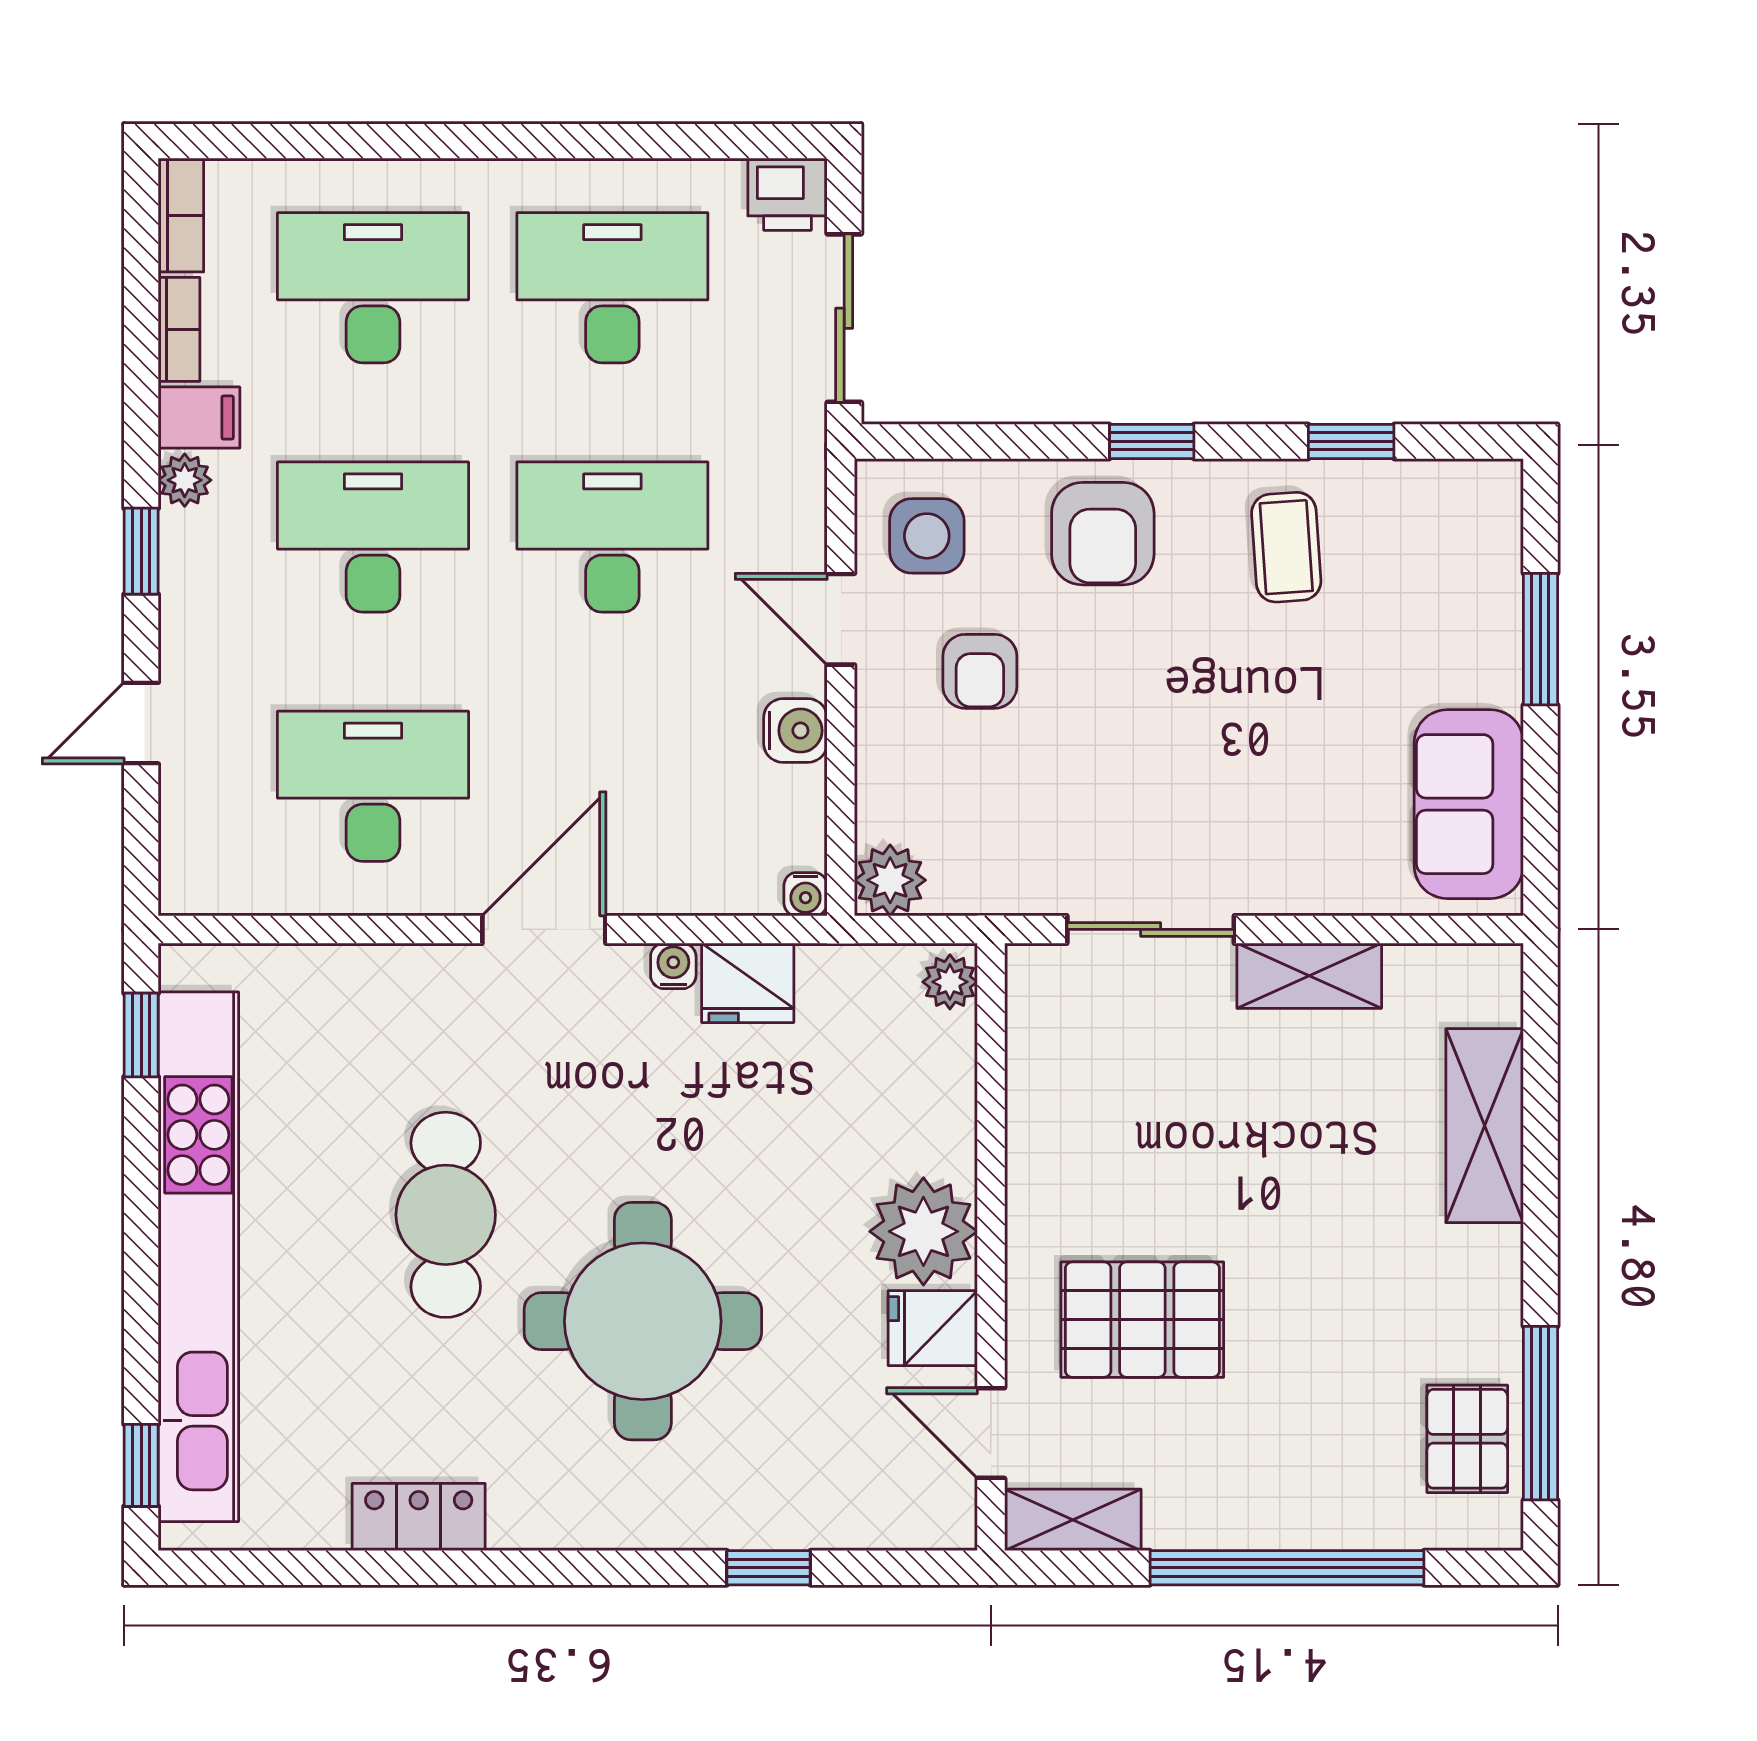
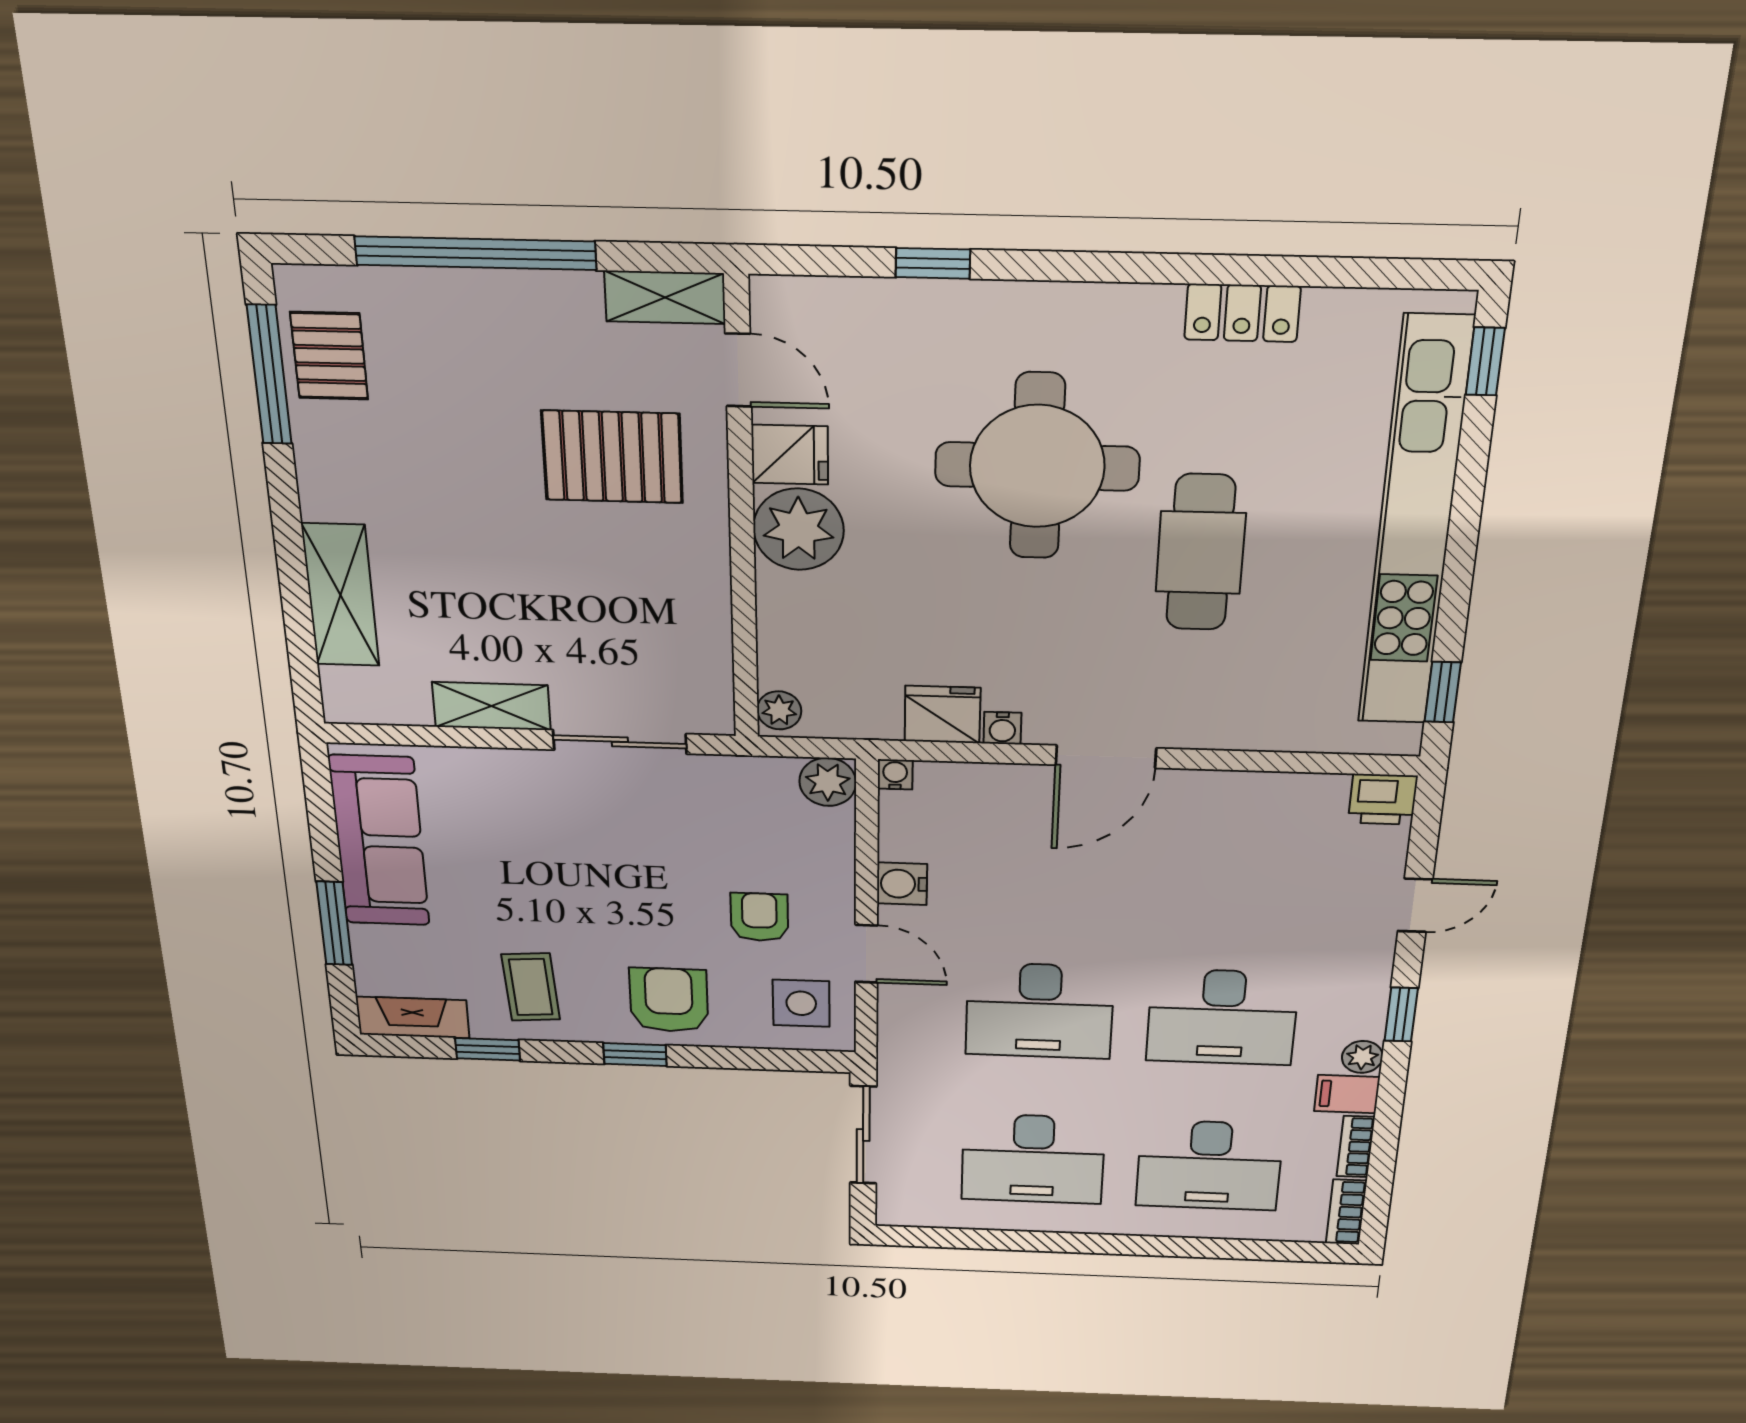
printer: (787, 194) -> (1383, 799), moved, turned 180
fireplace: (1449, 490) -> (413, 1017), added
desk: (373, 786) -> (1236, 858), removed
sofa: (1469, 804) -> (379, 841), width x1.36

